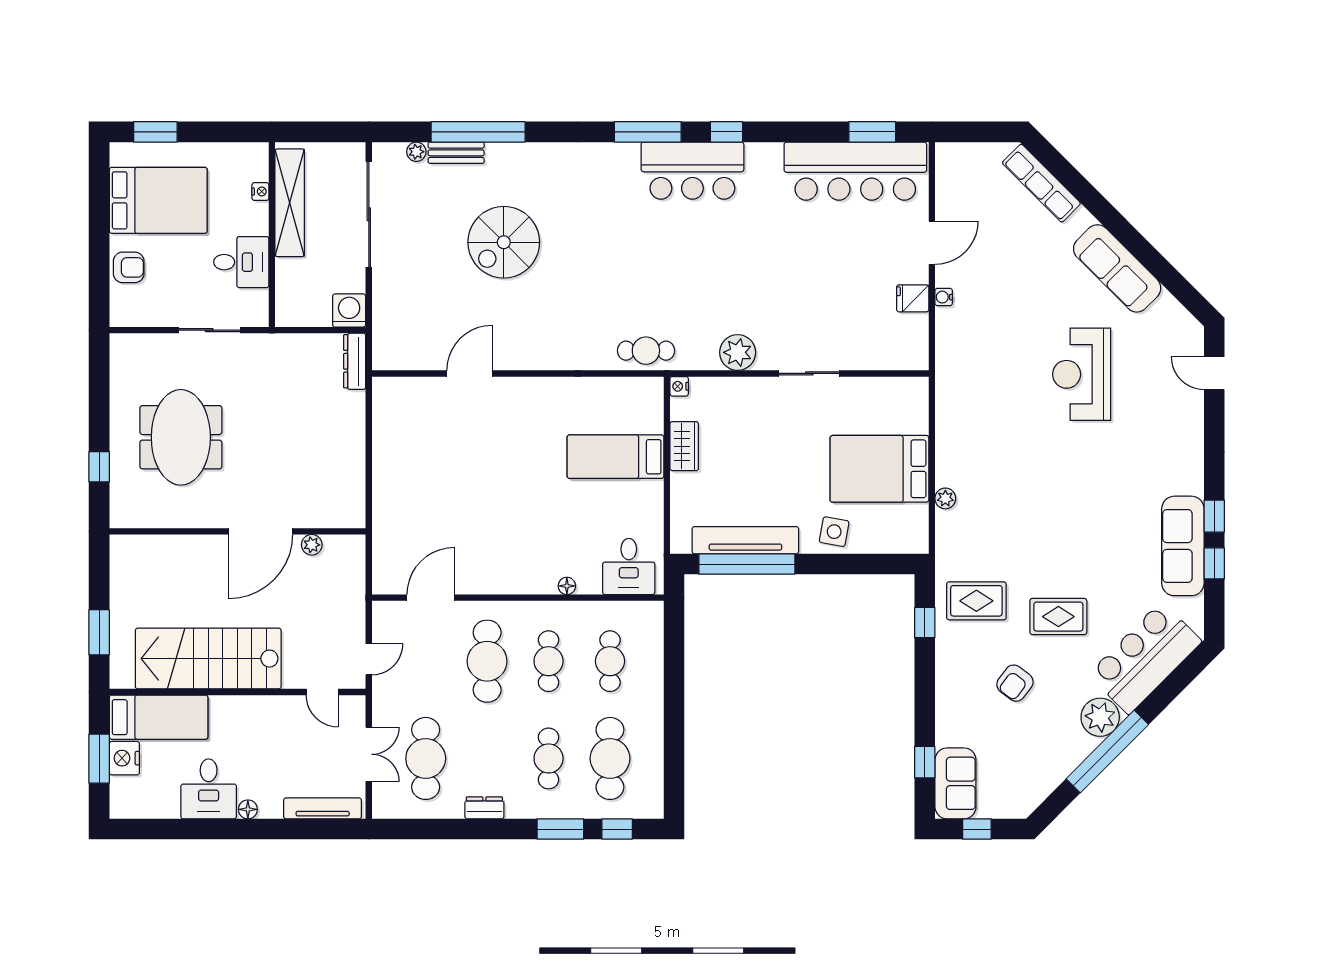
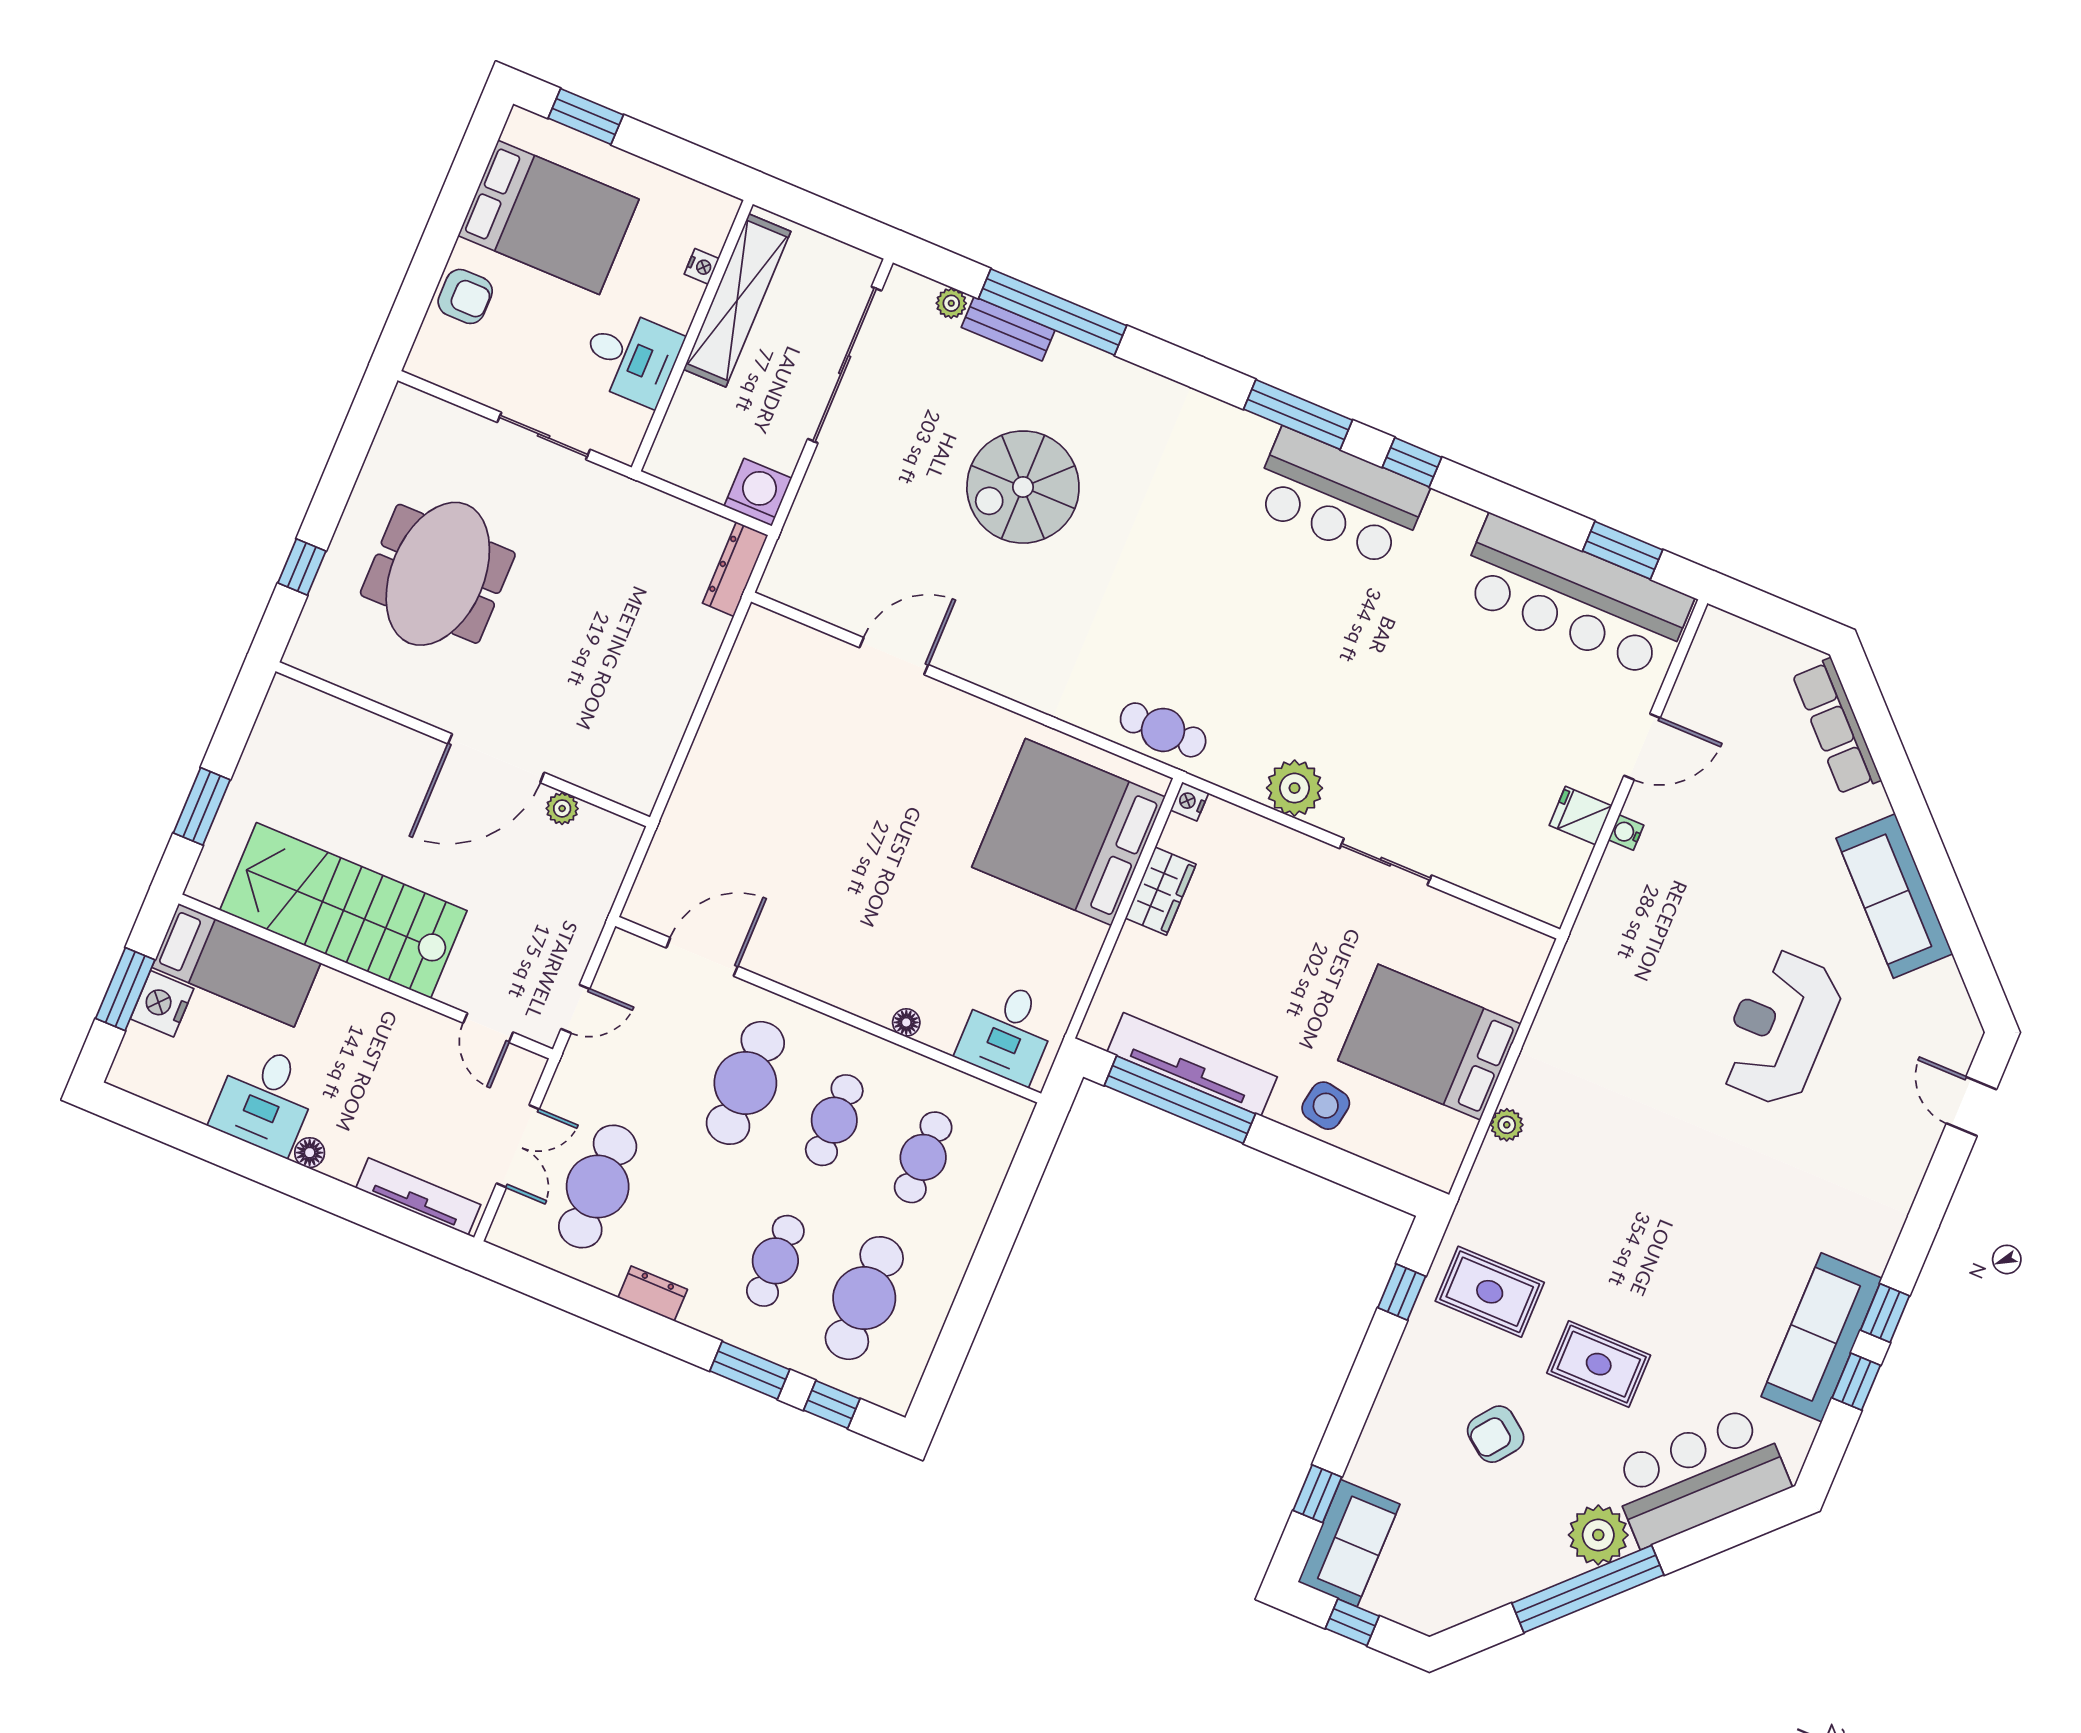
bed: (615, 457) -> (1069, 832), width x2.04

